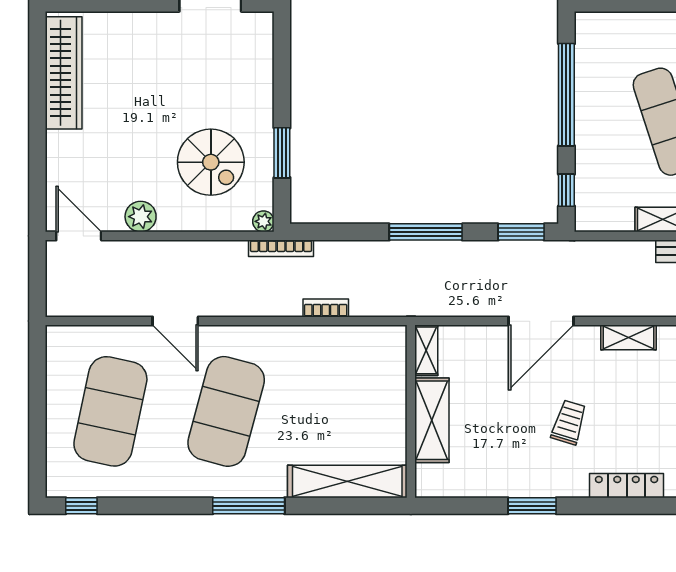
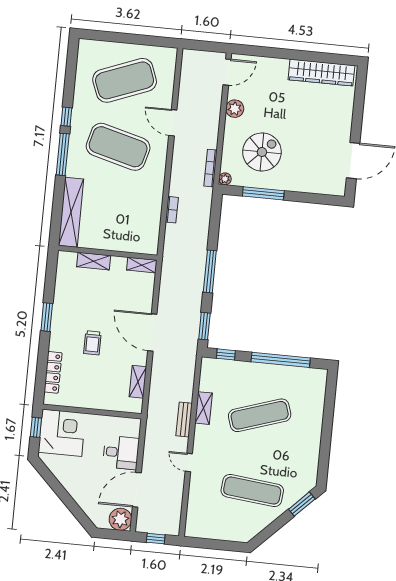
window: (282, 153) -> (263, 193), width x1.44
spiral stairs: (211, 162) -> (262, 152), turned 180
bookcase: (281, 248) -> (211, 168), moved
door: (175, 321) -> (173, 123), hinge flipped
exercise mat: (110, 411) -> (125, 80), turned -33
shelving: (432, 420) -> (94, 261), width x0.67, depth x0.75
trolley: (569, 422) -> (92, 343), turned 73
window: (81, 506) -> (66, 117), moved

